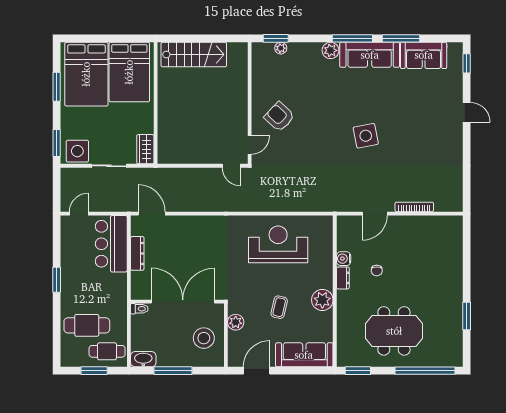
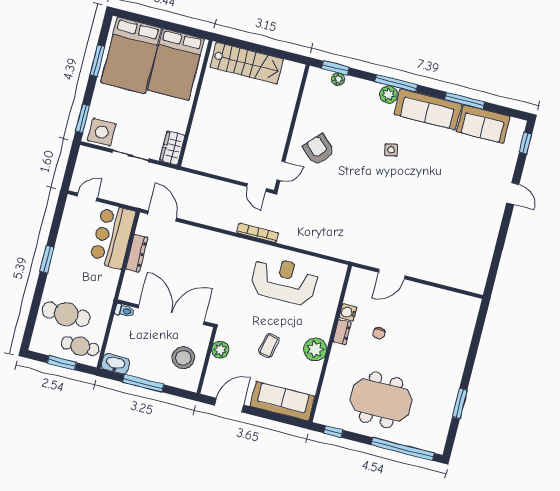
window: (352, 38) -> (396, 83), moved
side table: (366, 136) -> (391, 150), moved, width x0.54, depth x0.54
bookcase: (414, 207) -> (258, 233), moved
window: (358, 371) -> (333, 431), width x0.67

